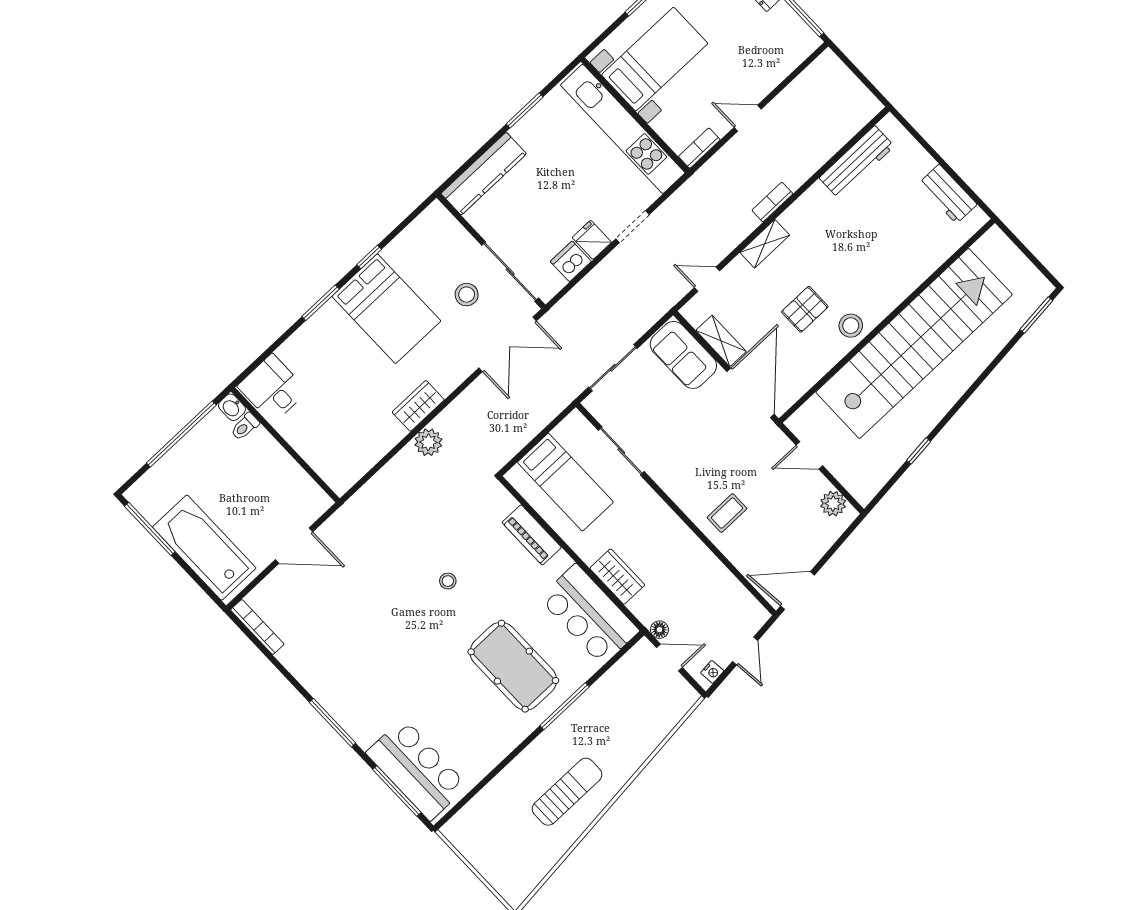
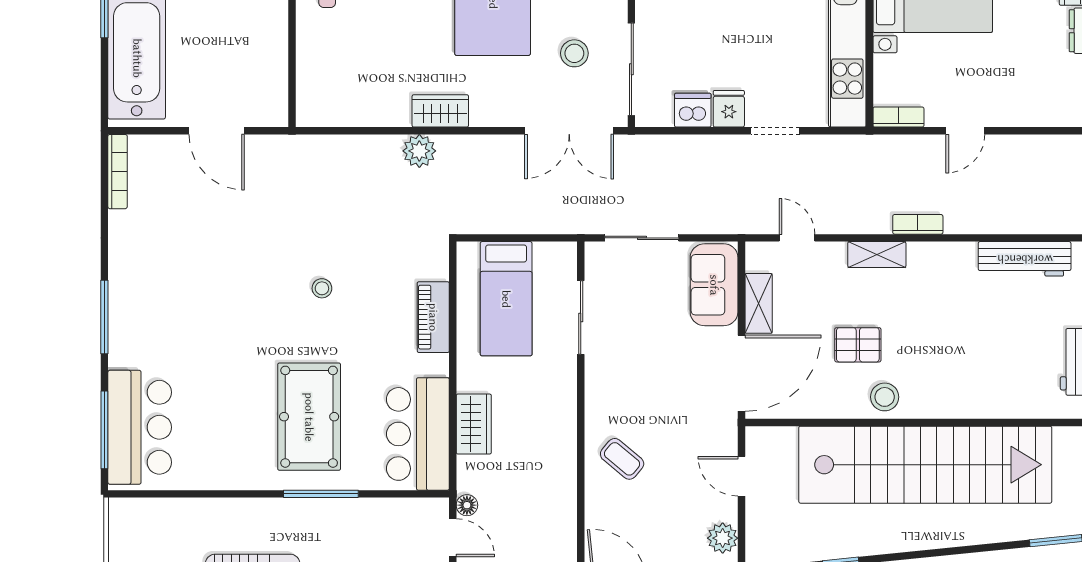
door: (748, 118) -> (965, 131), swing flipped
coffee table: (727, 513) -> (622, 459), turned 40

